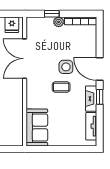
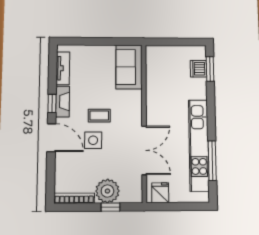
plant: (59, 22) -> (107, 191), width x1.87, depth x1.87

